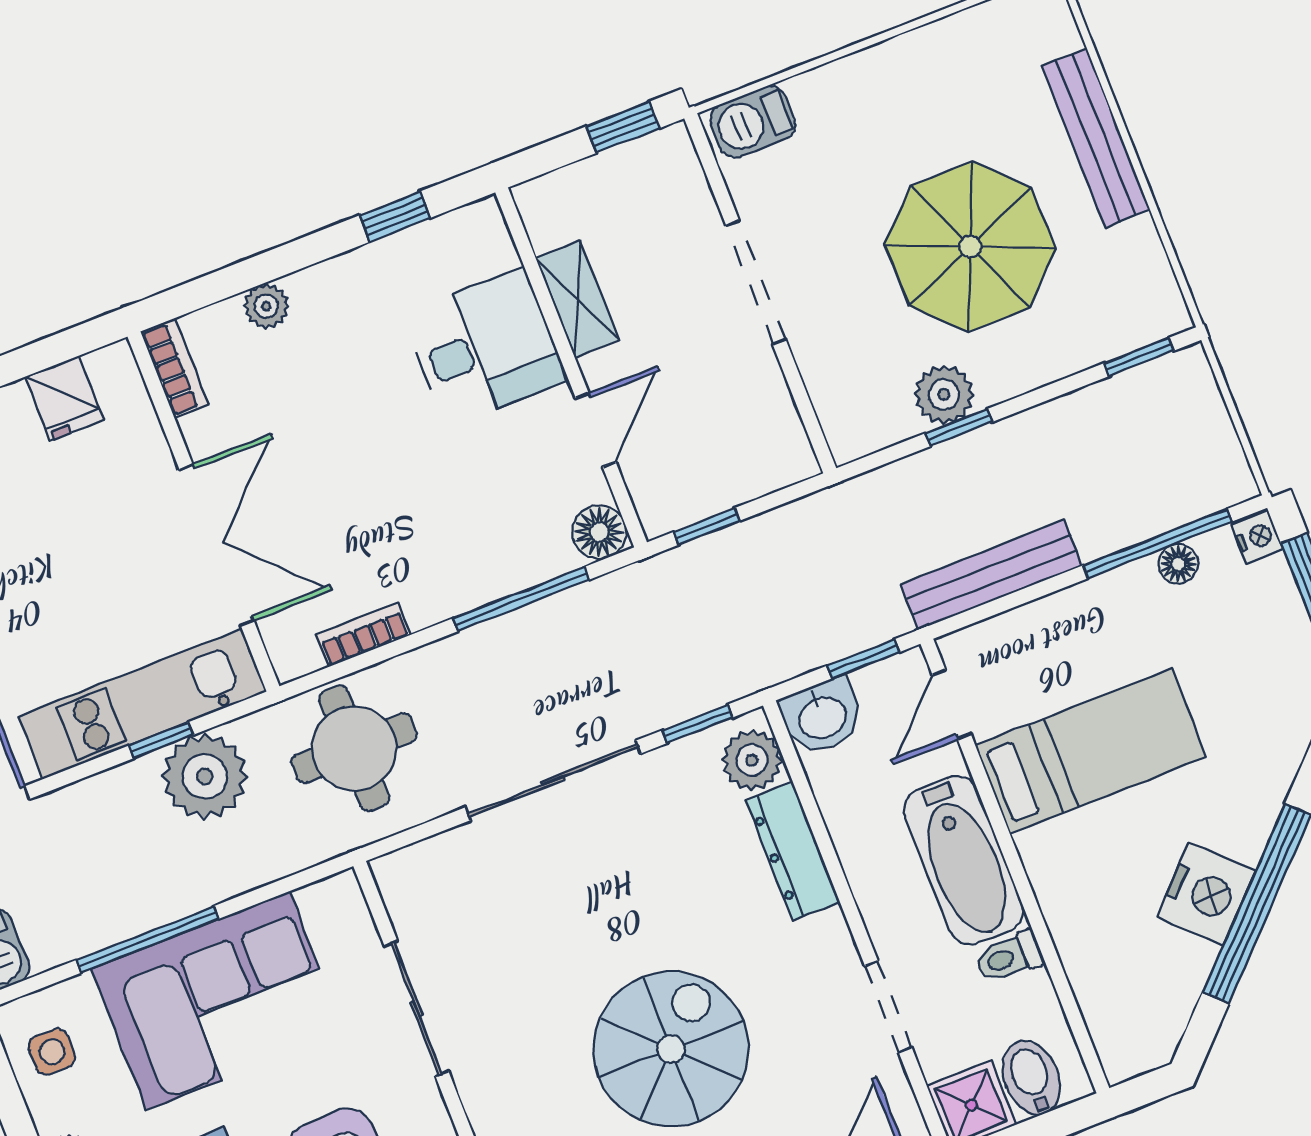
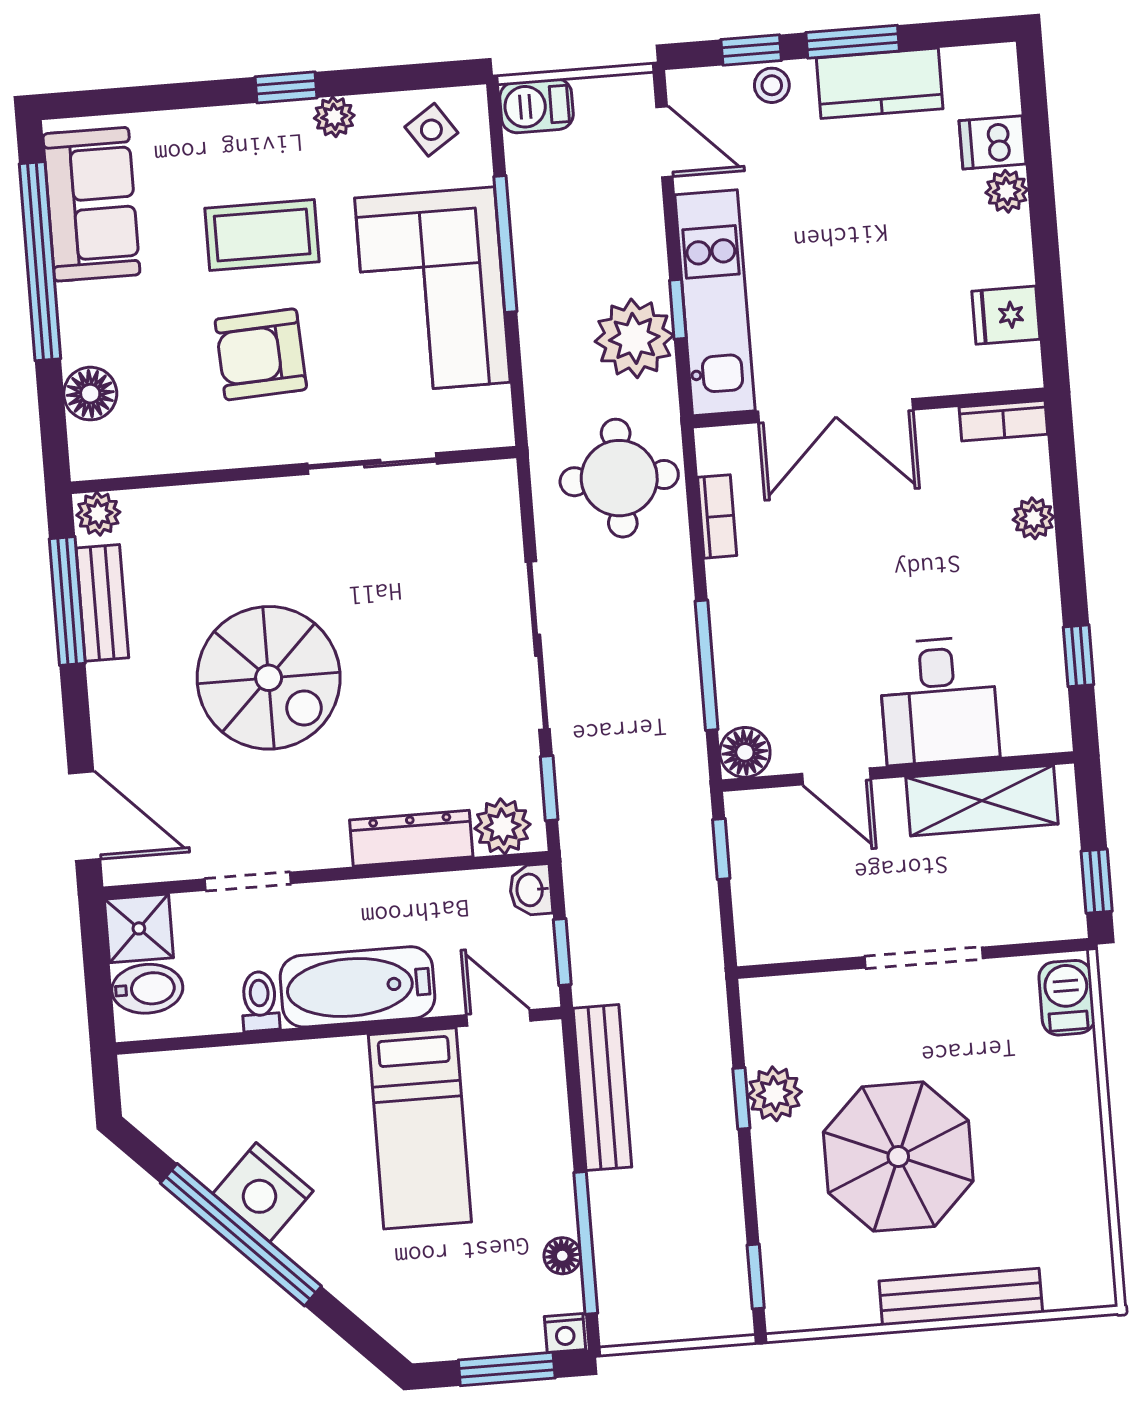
shelving: (577, 299) -> (982, 801), width x1.50, depth x1.33
washbasin: (822, 716) -> (531, 890), width x0.72, depth x0.69
side table: (52, 1052) -> (431, 130), turned -34

